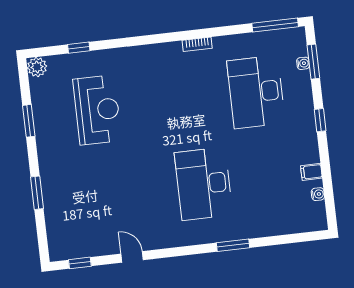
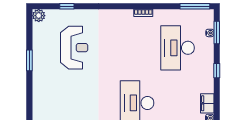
window: (29, 121) -> (29, 60), moved
filing cabinet: (311, 172) -> (207, 103), width x2.00
window: (37, 193) -> (29, 96), removed

